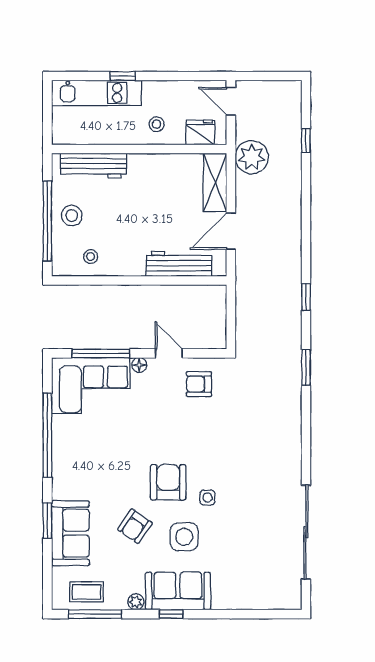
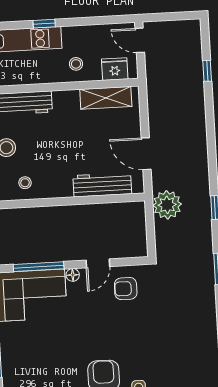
plant: (252, 157) -> (167, 205), moved
shelving: (215, 182) -> (106, 98), moved, turned 90
door: (231, 231) -> (146, 154), hinge flipped
door: (169, 353) -> (98, 263), swing flipped

